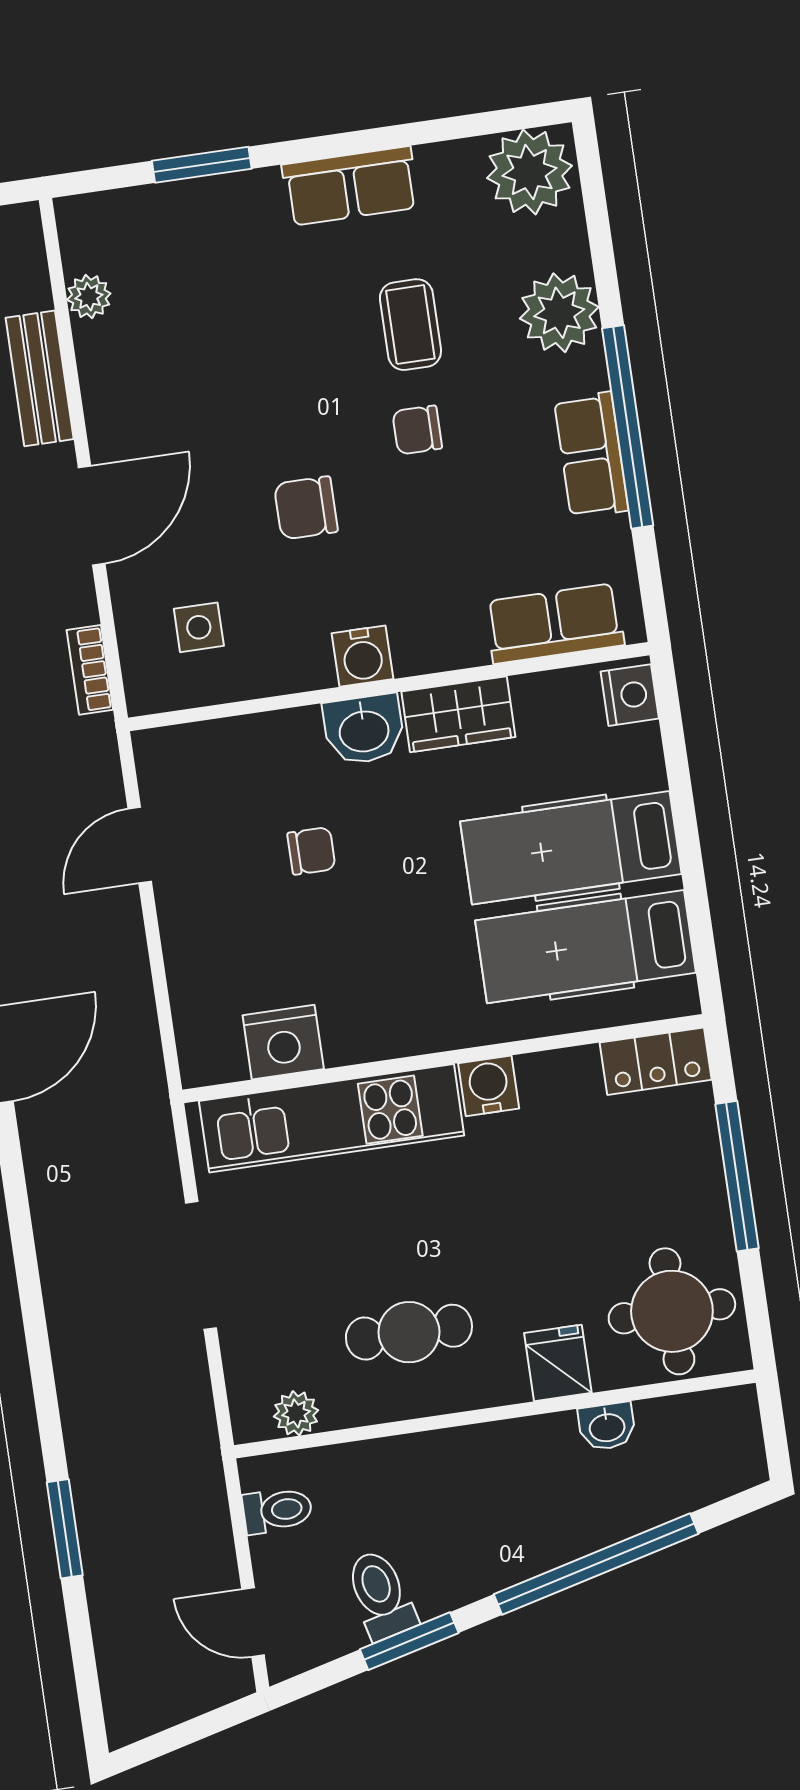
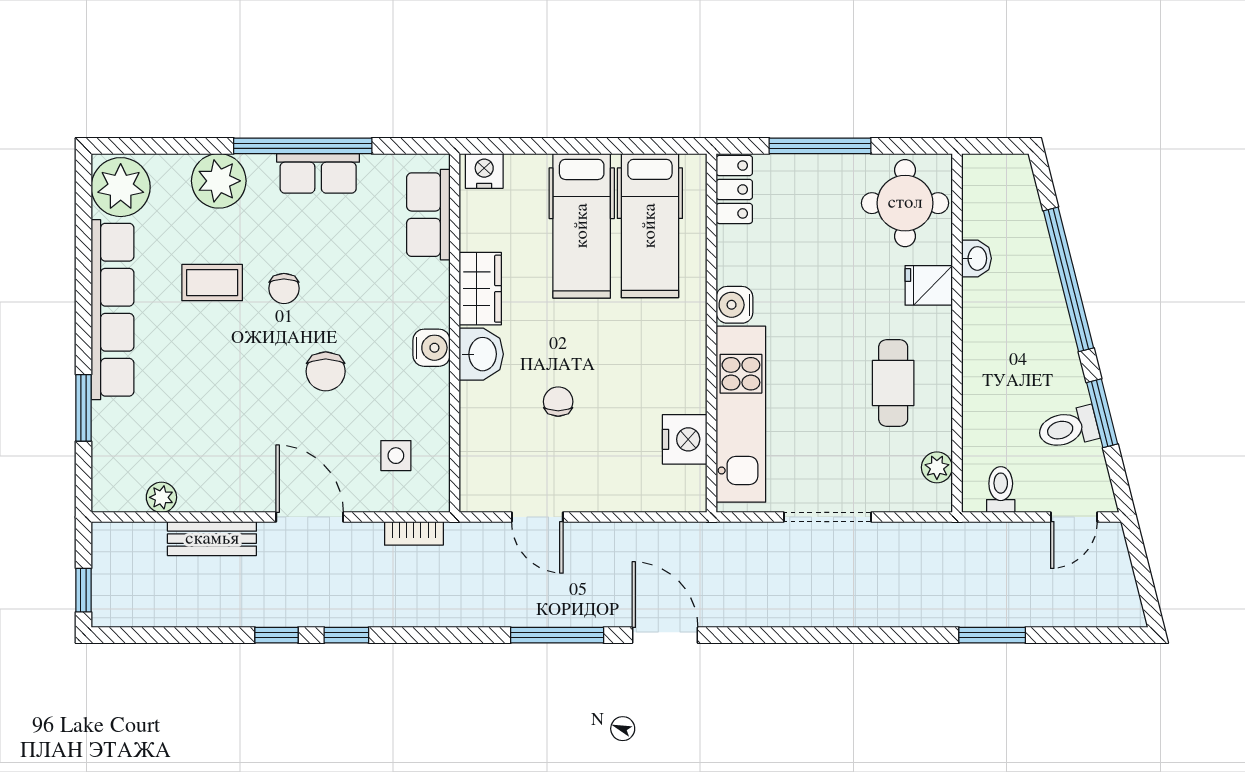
row of seats: (350, 186) -> (112, 310), width x2.02

